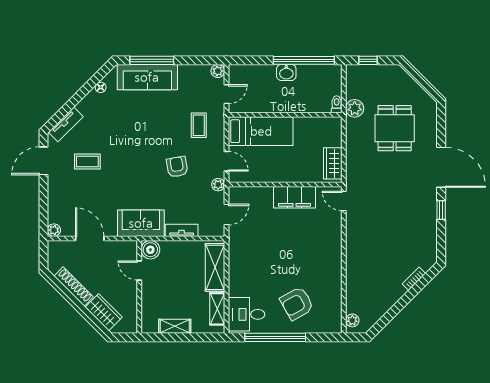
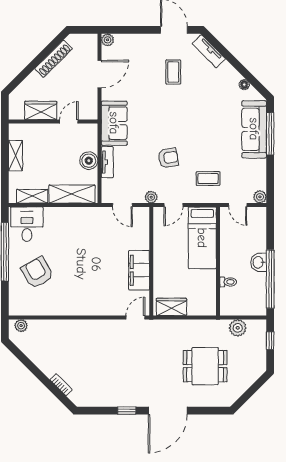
toilet: (337, 104) -> (228, 282), moved
plant: (355, 108) -> (238, 328), moved
boiler: (150, 250) -> (89, 161), moved
wardrobe: (104, 312) -> (41, 110), moved, turned -135

